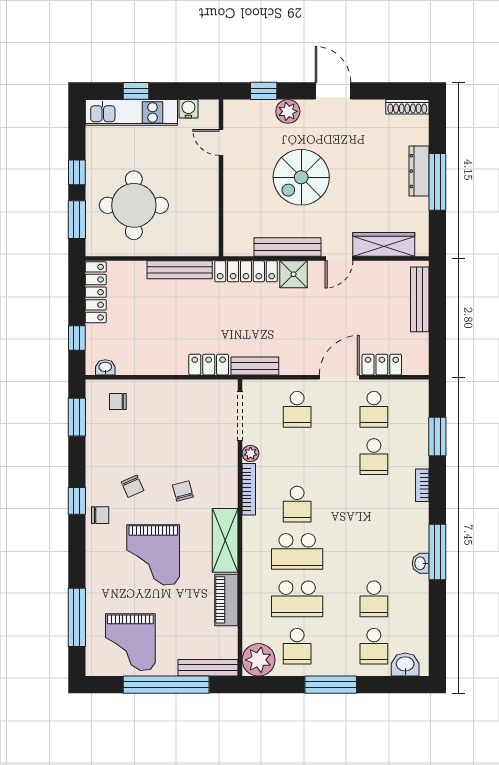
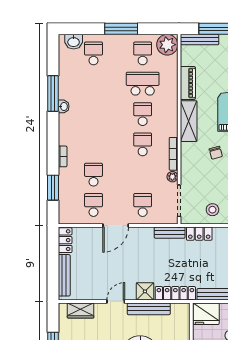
fridge: (198, 239) -> (206, 314), added
wardrobe: (384, 244) -> (81, 310), width x0.67
locker: (382, 365) -> (65, 240), moved, turned -90
stool: (188, 402) -> (212, 210), added
school desk: (297, 551) -> (143, 114), width x0.54
window: (437, 552) -> (53, 94), moved
school desk: (374, 599) -> (94, 84), removed

